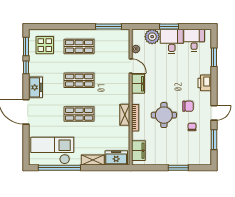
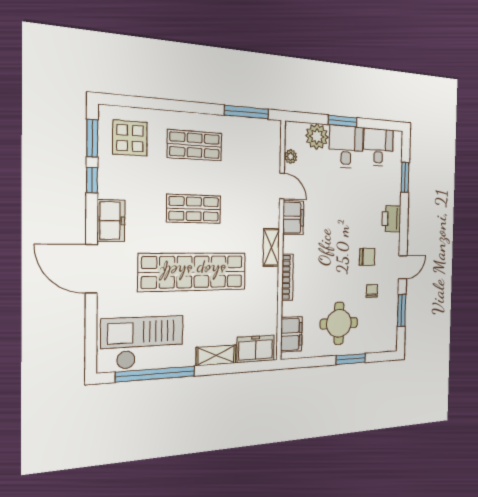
shop shelf: (79, 114) -> (193, 272), width x2.00, depth x1.36
shelving: (125, 115) -> (271, 247), moved
round table: (164, 115) -> (339, 323), moved

